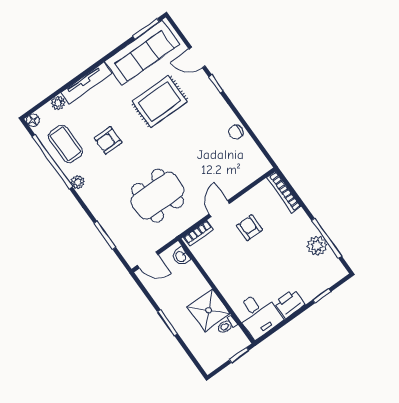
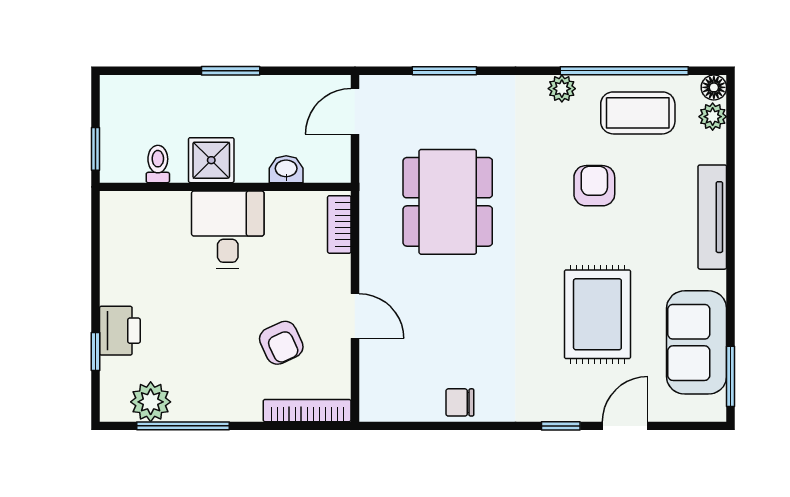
sofa: (142, 53) -> (697, 342), width x0.73
plant: (58, 103) -> (713, 117), moved
chair: (236, 132) -> (460, 402), turned -90
door: (219, 209) -> (355, 316), moved
armchair: (249, 228) -> (281, 343), moved, turned 65
plant: (317, 246) -> (151, 402), moved
washbasin: (181, 257) -> (286, 169), moved
printer: (290, 304) -> (120, 331), moved
shower: (209, 310) -> (211, 160), width x0.73, depth x0.73
desk: (258, 315) -> (228, 230), moved, turned 90

